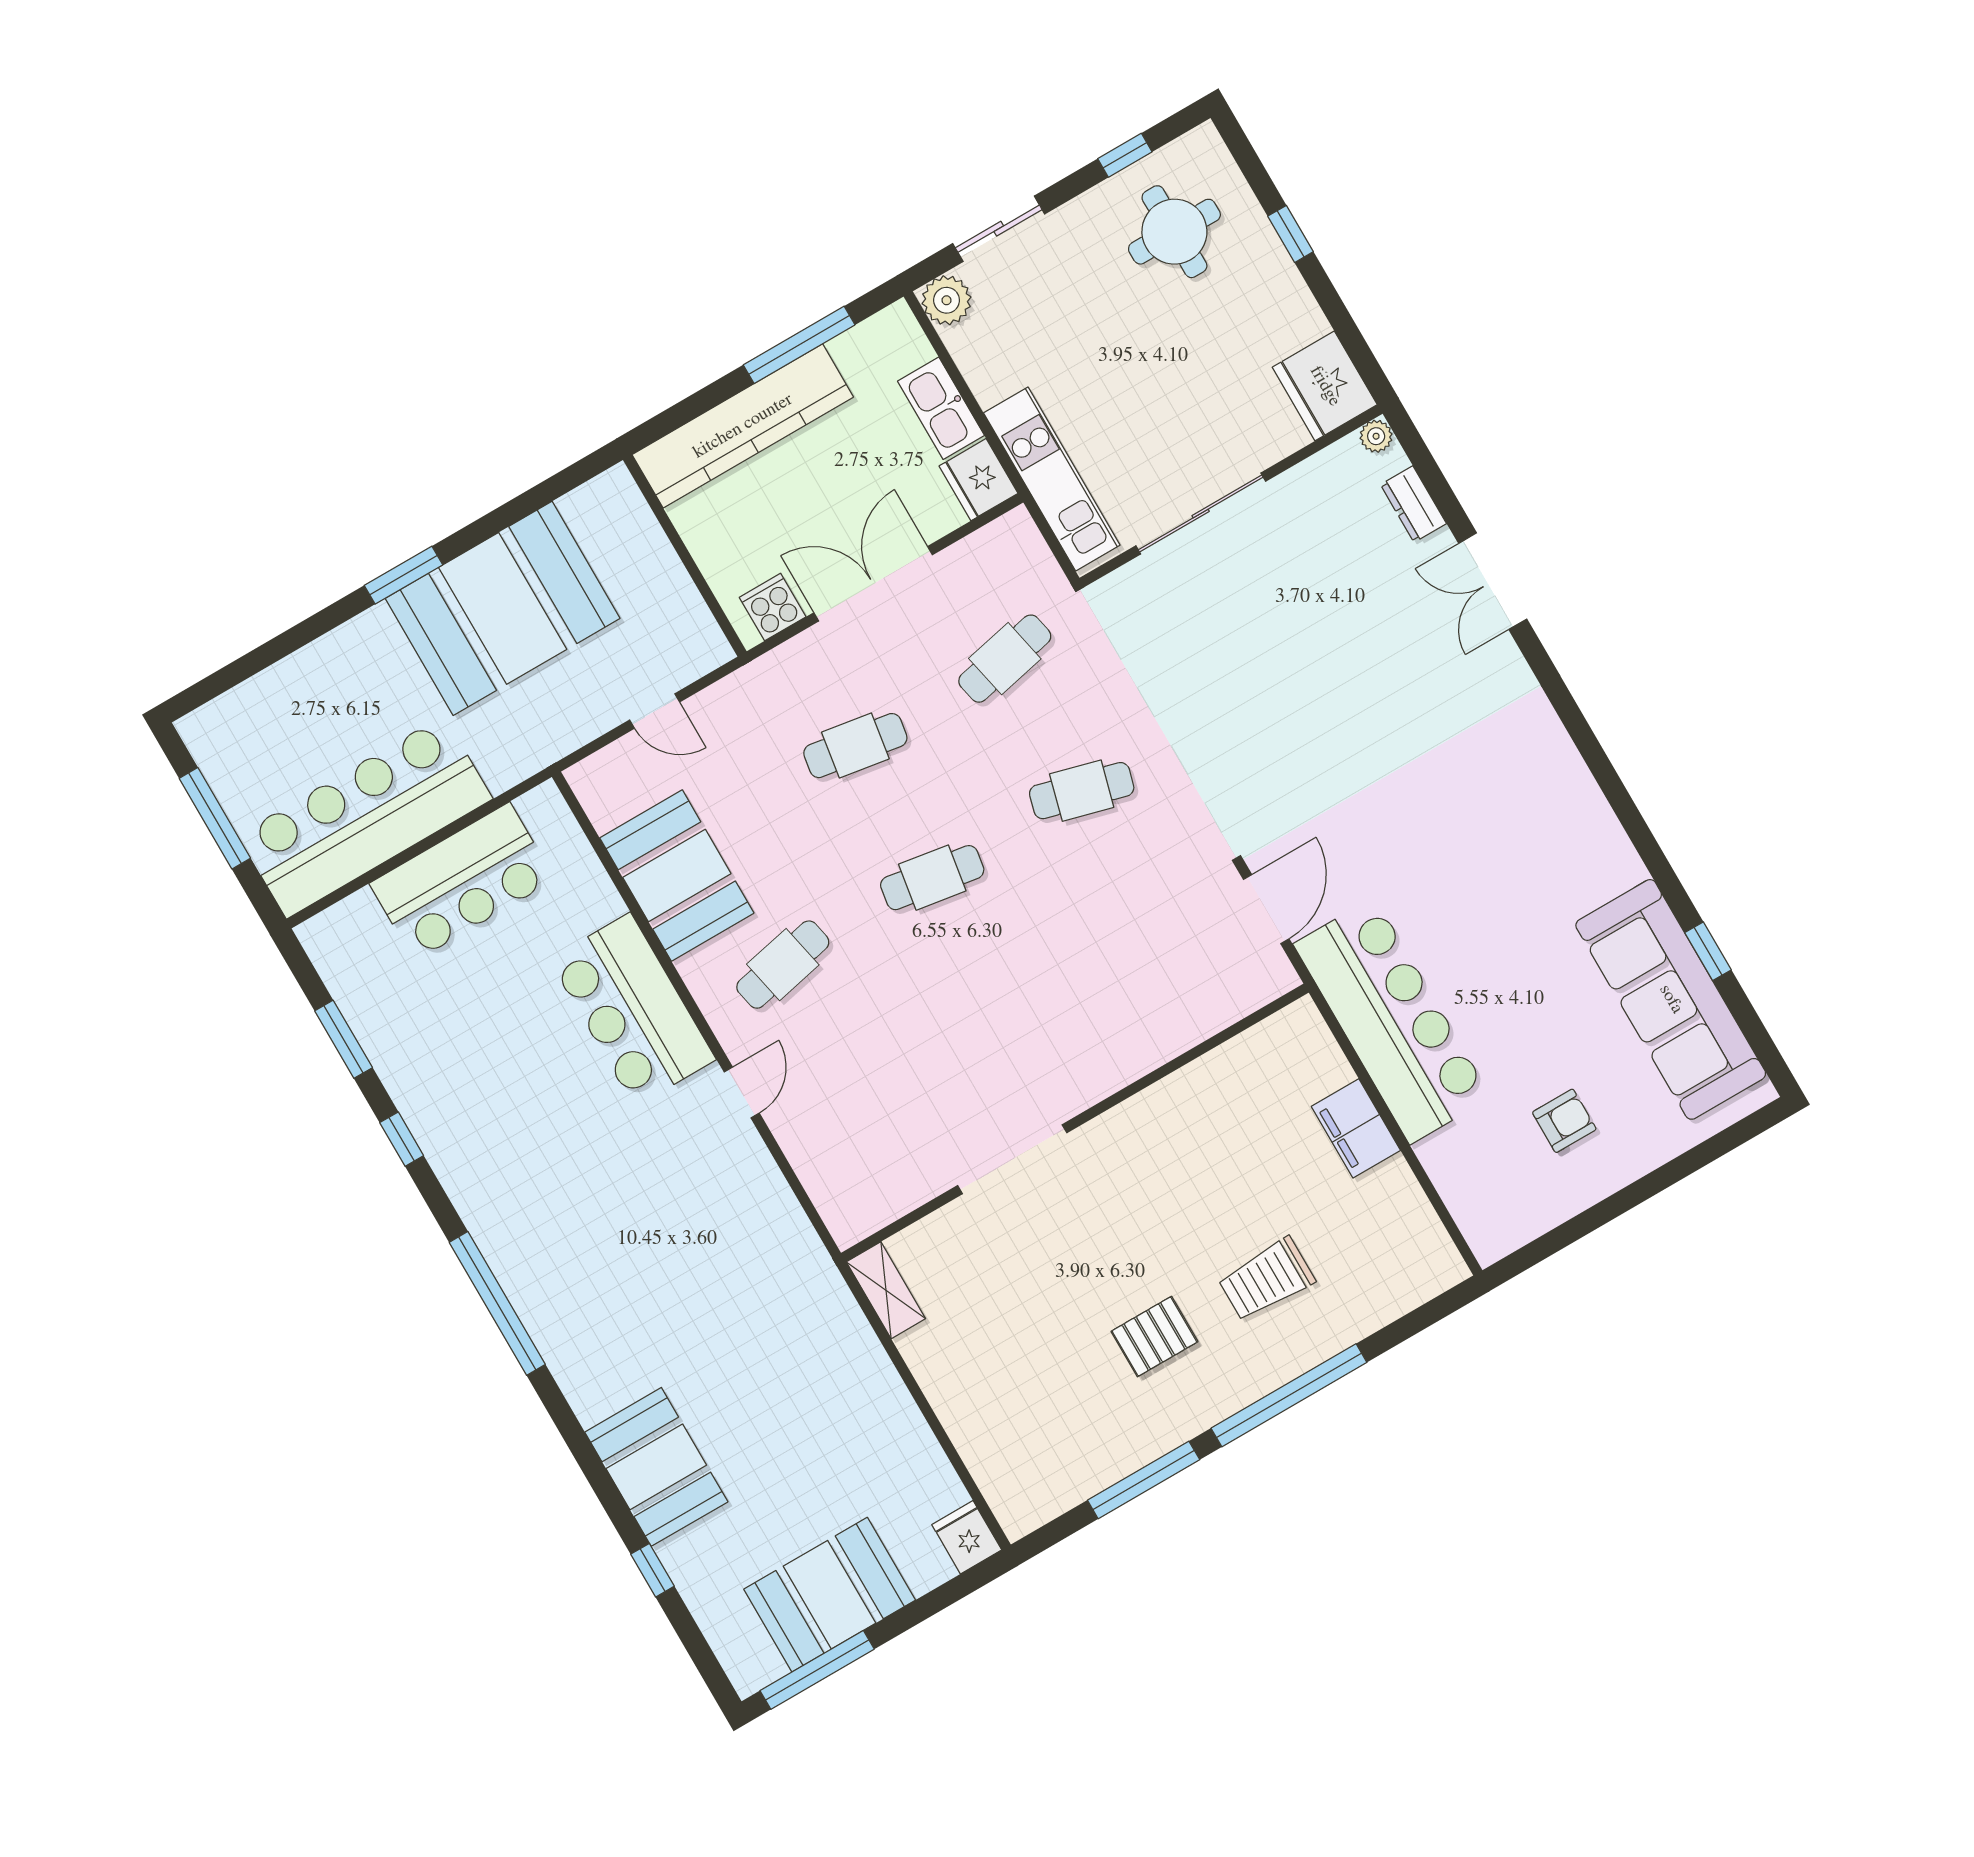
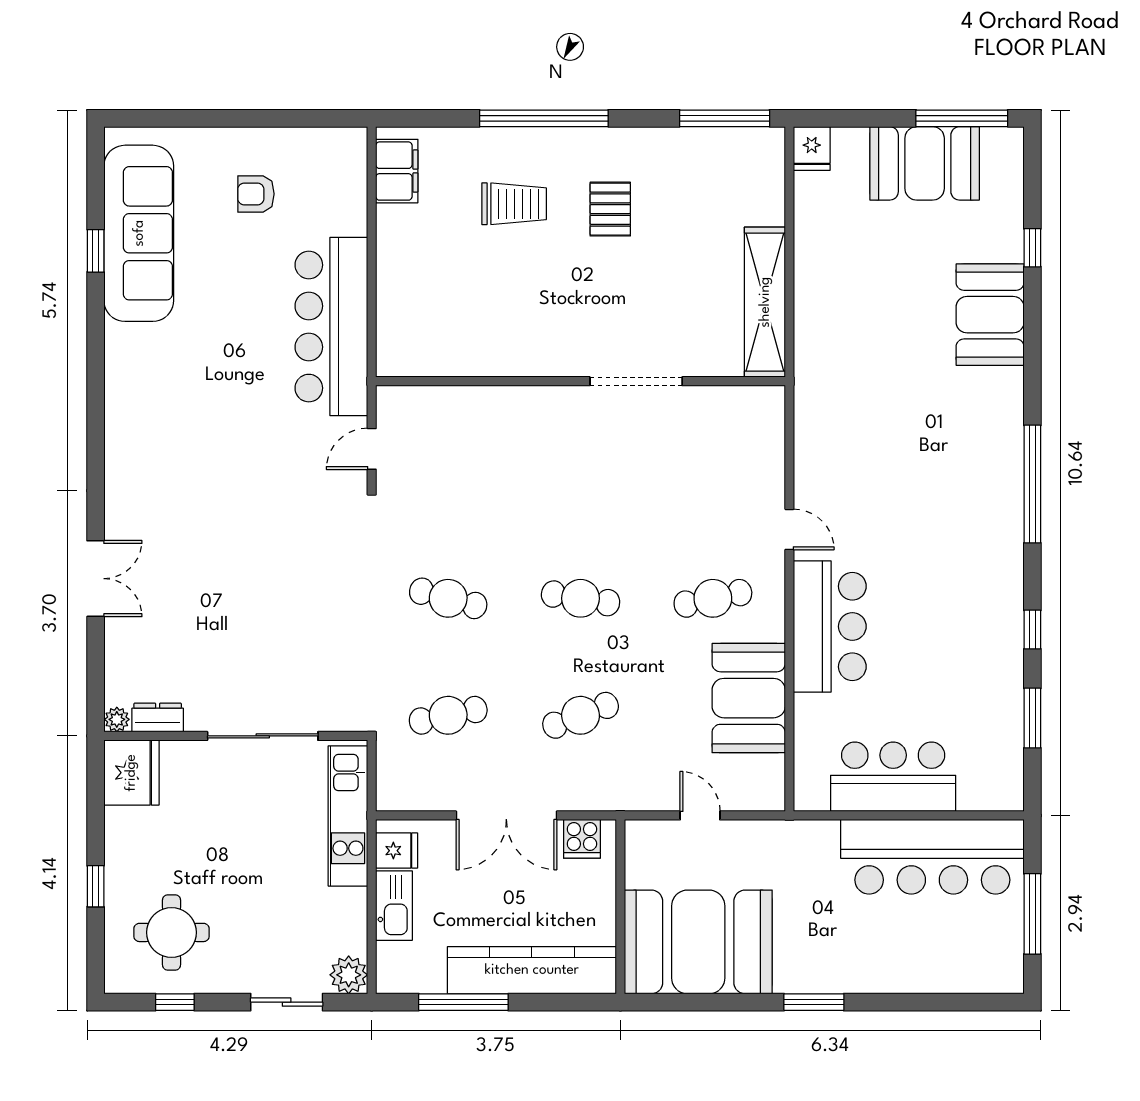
fridge: (979, 480) -> (397, 851), width x0.72
dresser: (1413, 504) -> (158, 717), moved, turned -90
booth: (503, 608) -> (698, 942), moved
cafe table: (855, 746) -> (581, 715), turned -30
door: (1266, 909) -> (372, 449), width x0.73
door: (742, 1093) -> (789, 529), swing flipped
filing cabinet: (1356, 1128) -> (397, 171), moved
shelving: (886, 1290) -> (765, 302), width x2.20, depth x1.33
pallet: (1154, 1336) -> (610, 209), turned 90
window: (1144, 1480) -> (725, 118), moved

